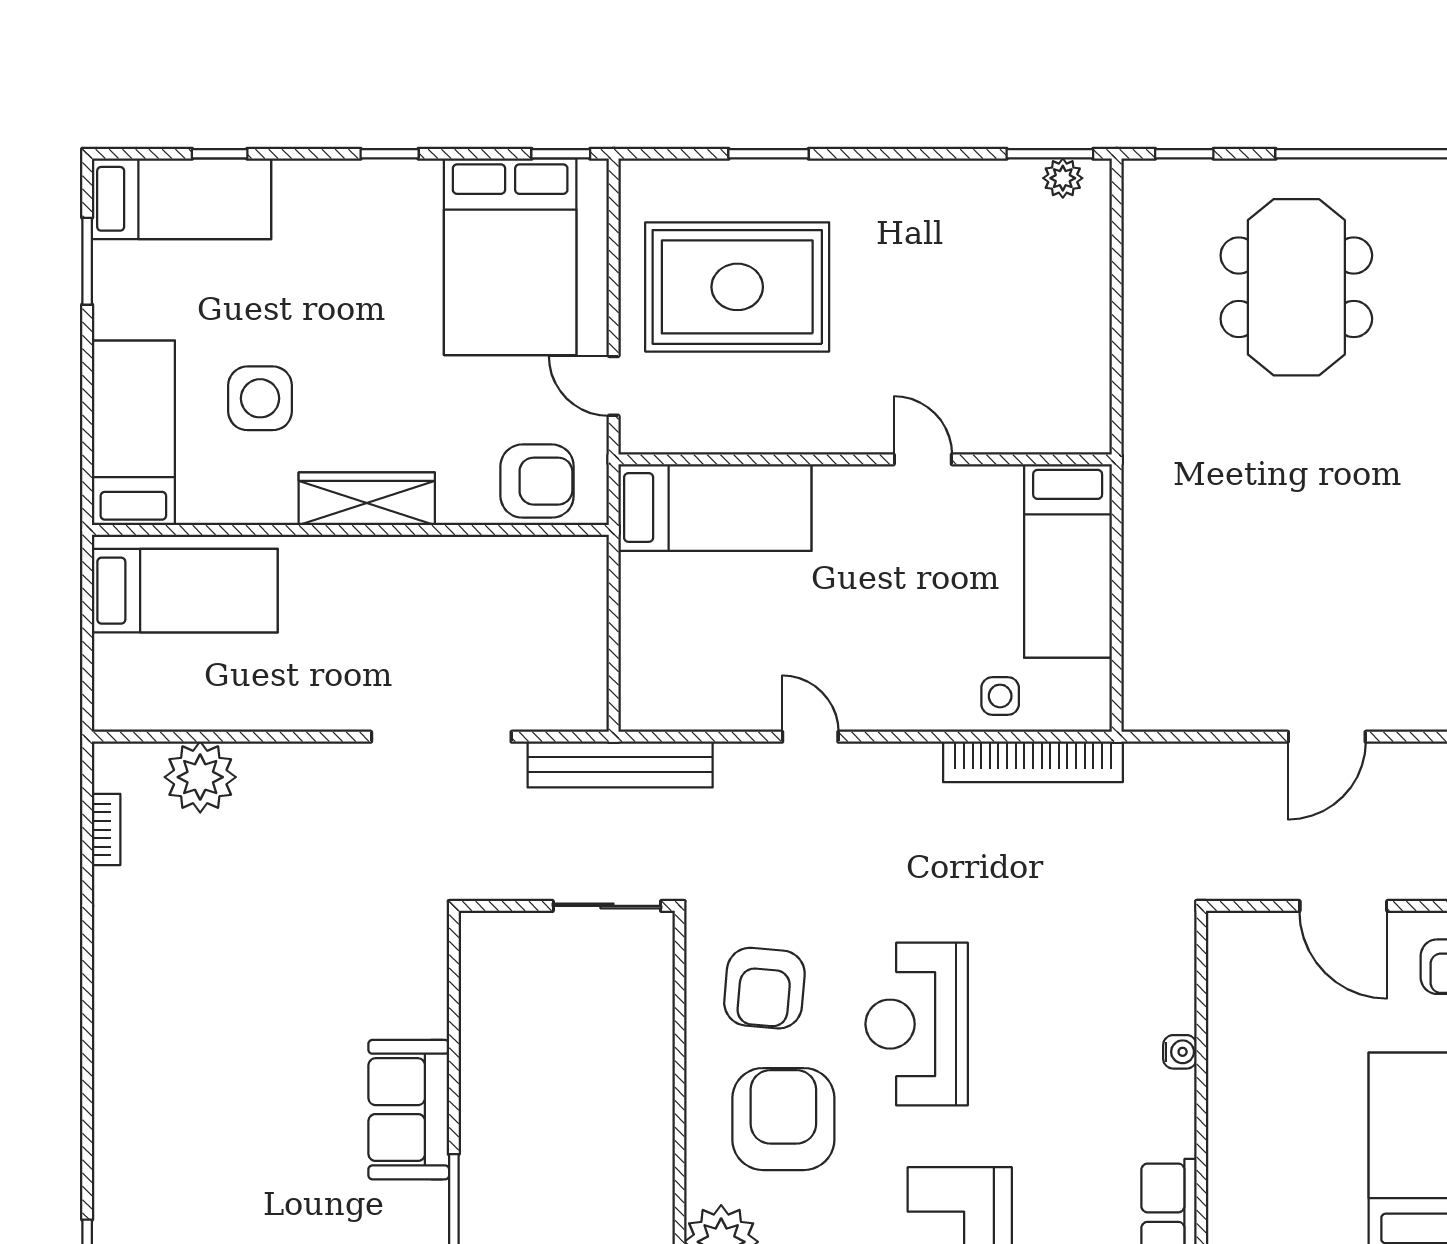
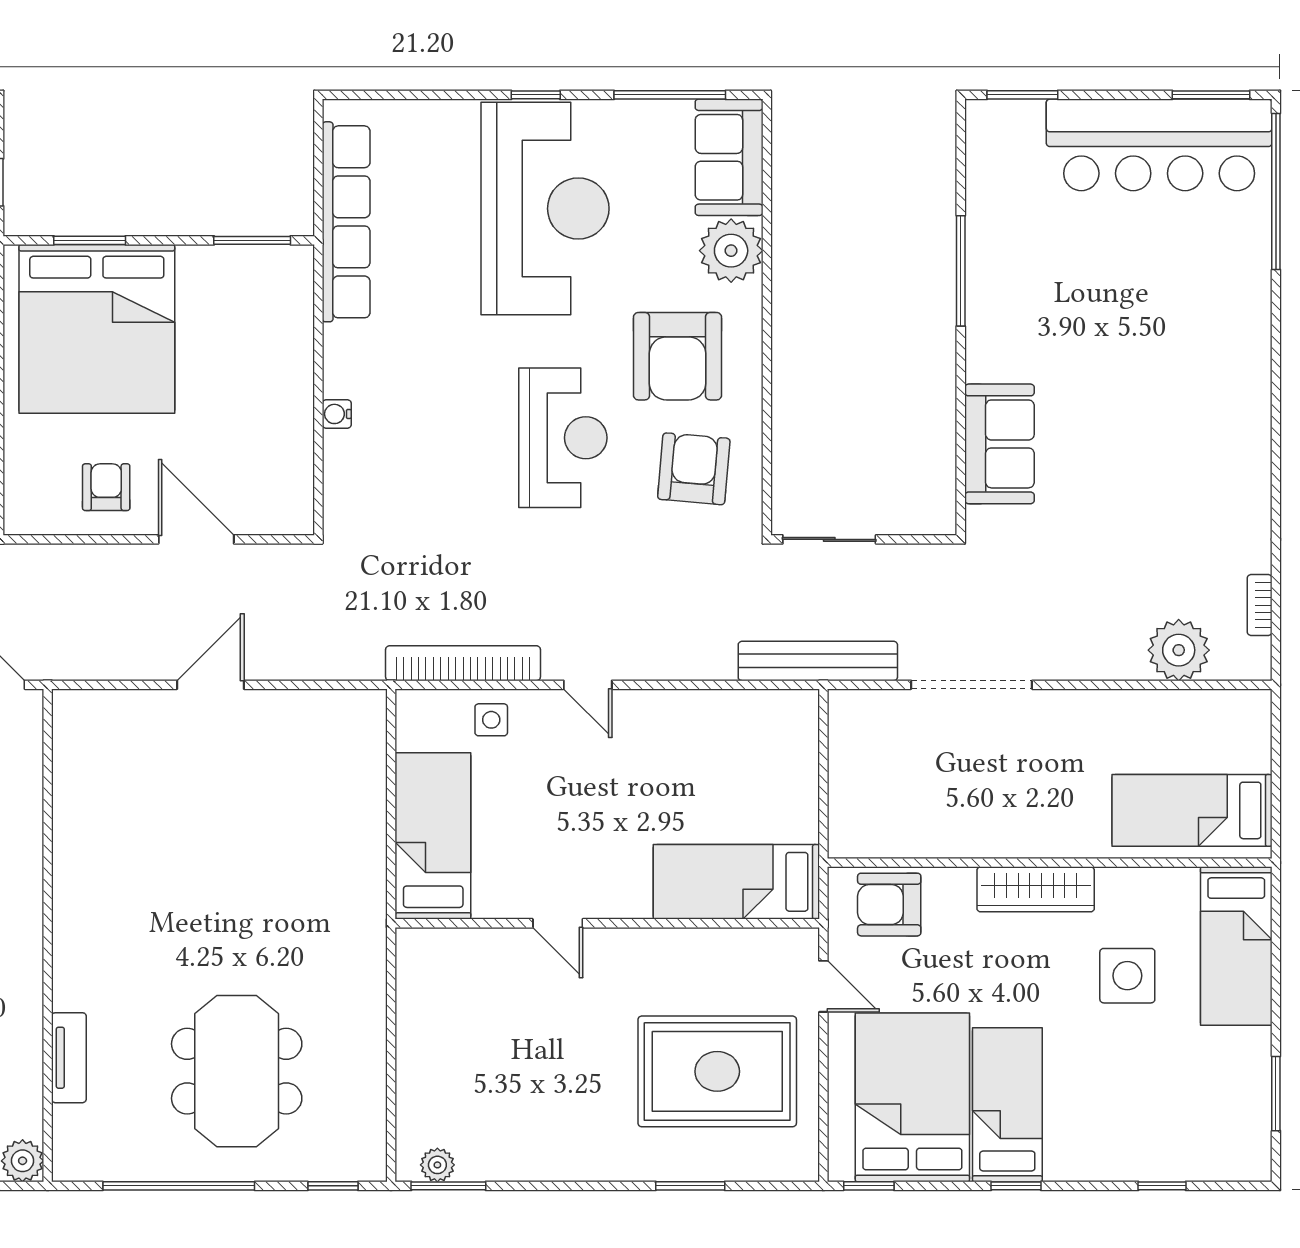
bed: (182, 199) -> (1007, 1105), moved, turned 90
door: (810, 737) -> (588, 685), moved
sofa: (409, 1110) -> (999, 444), moved

